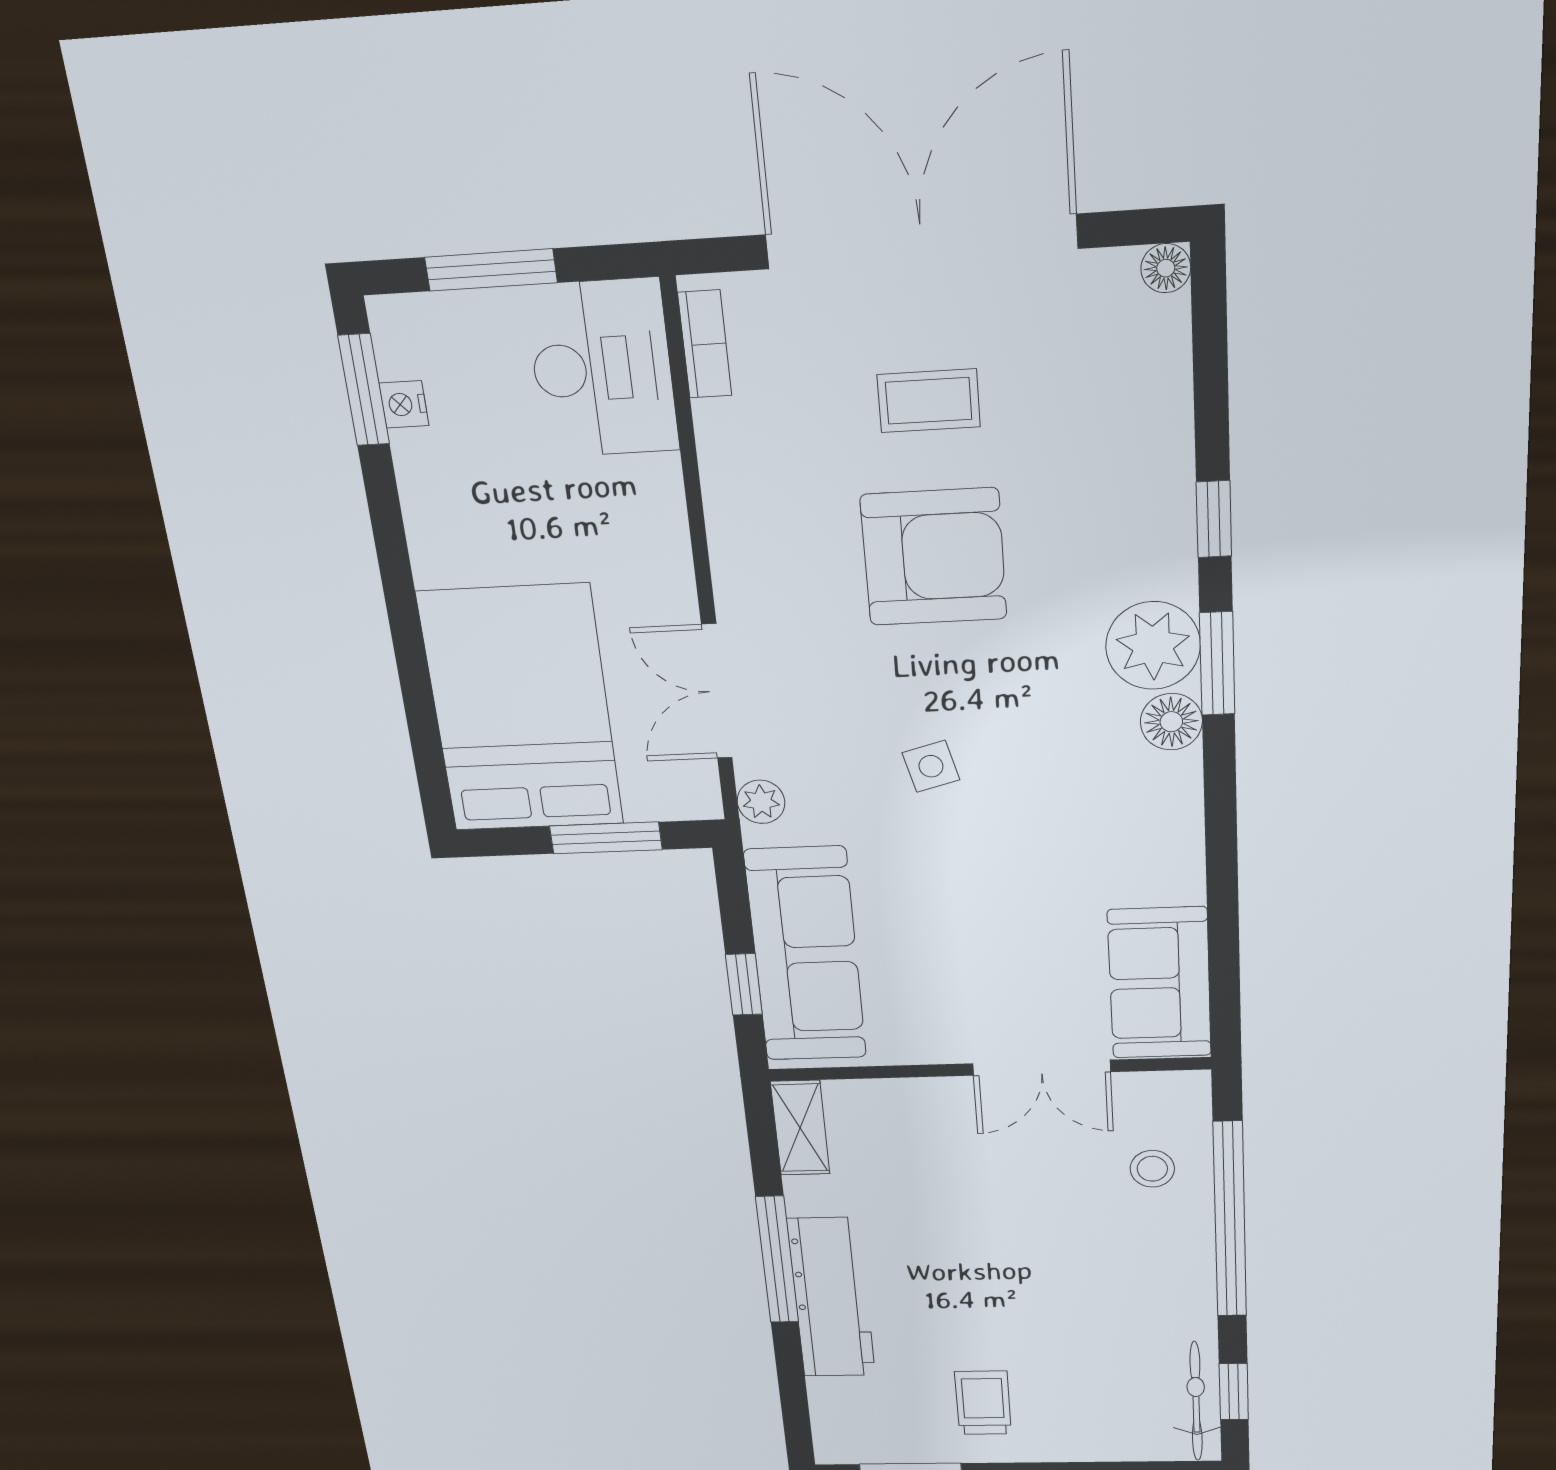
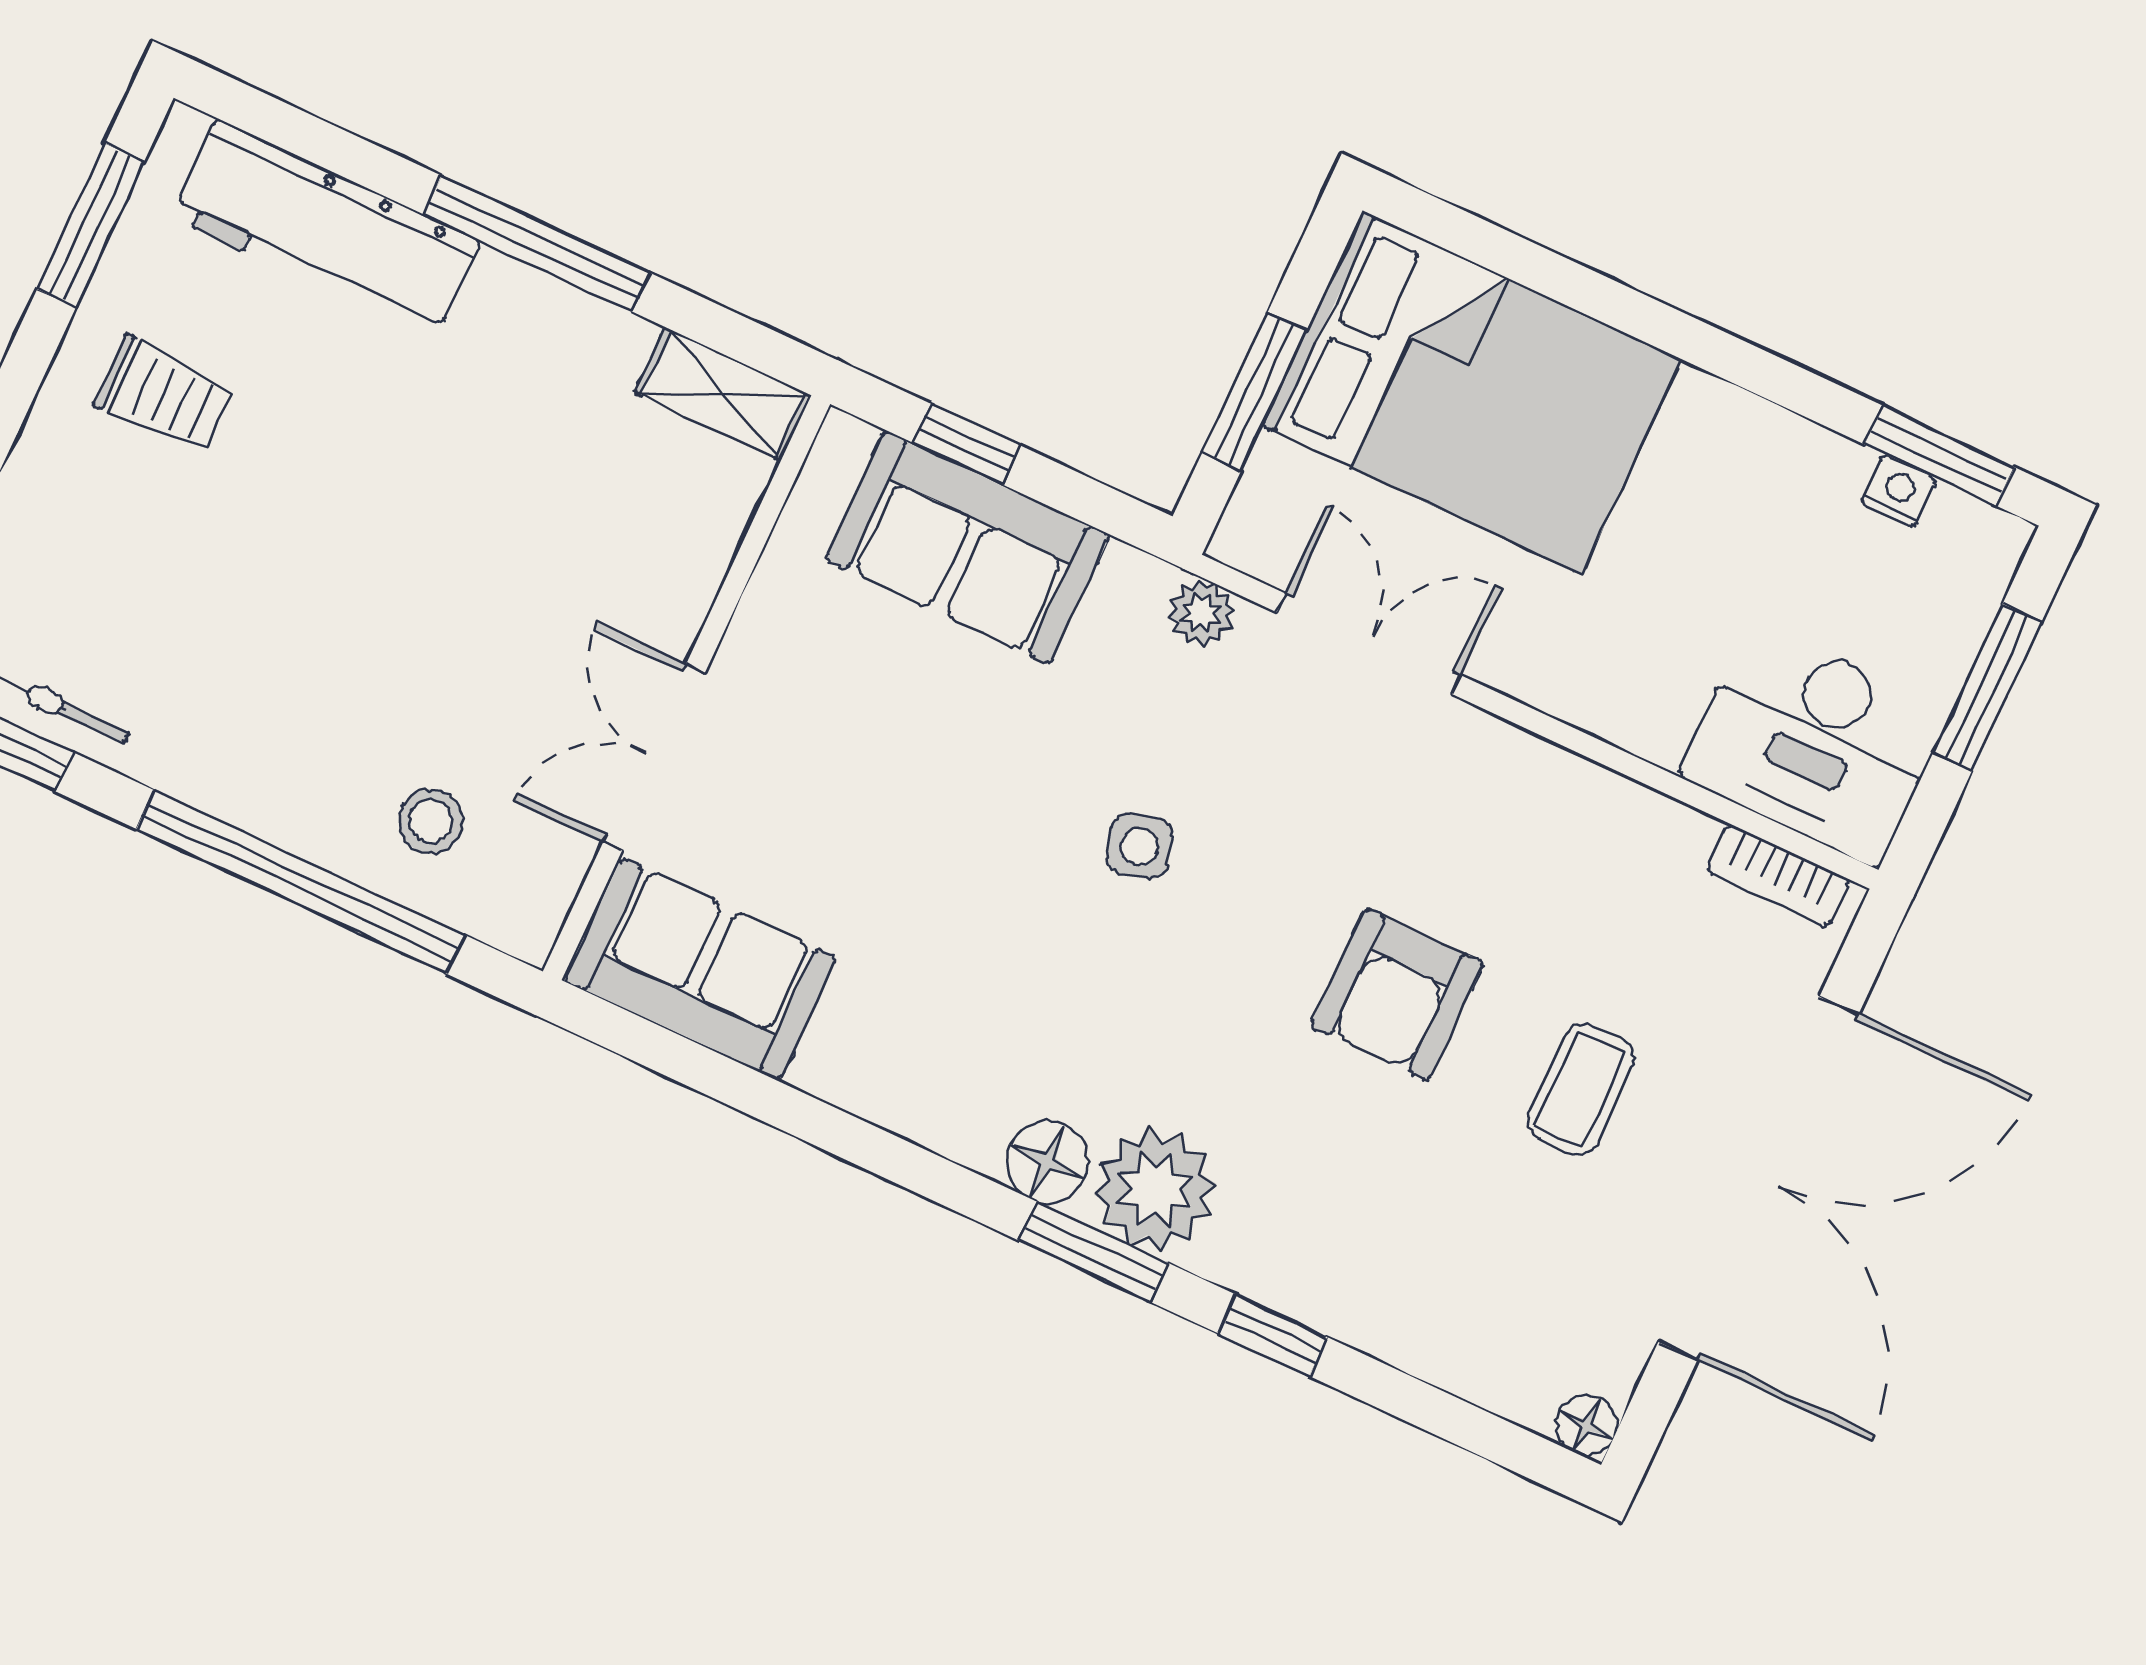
armchair: (934, 557) -> (1397, 994), width x0.73, depth x0.73
sofa: (806, 955) -> (967, 547), width x0.73
workbench: (831, 1298) -> (326, 229), moved

